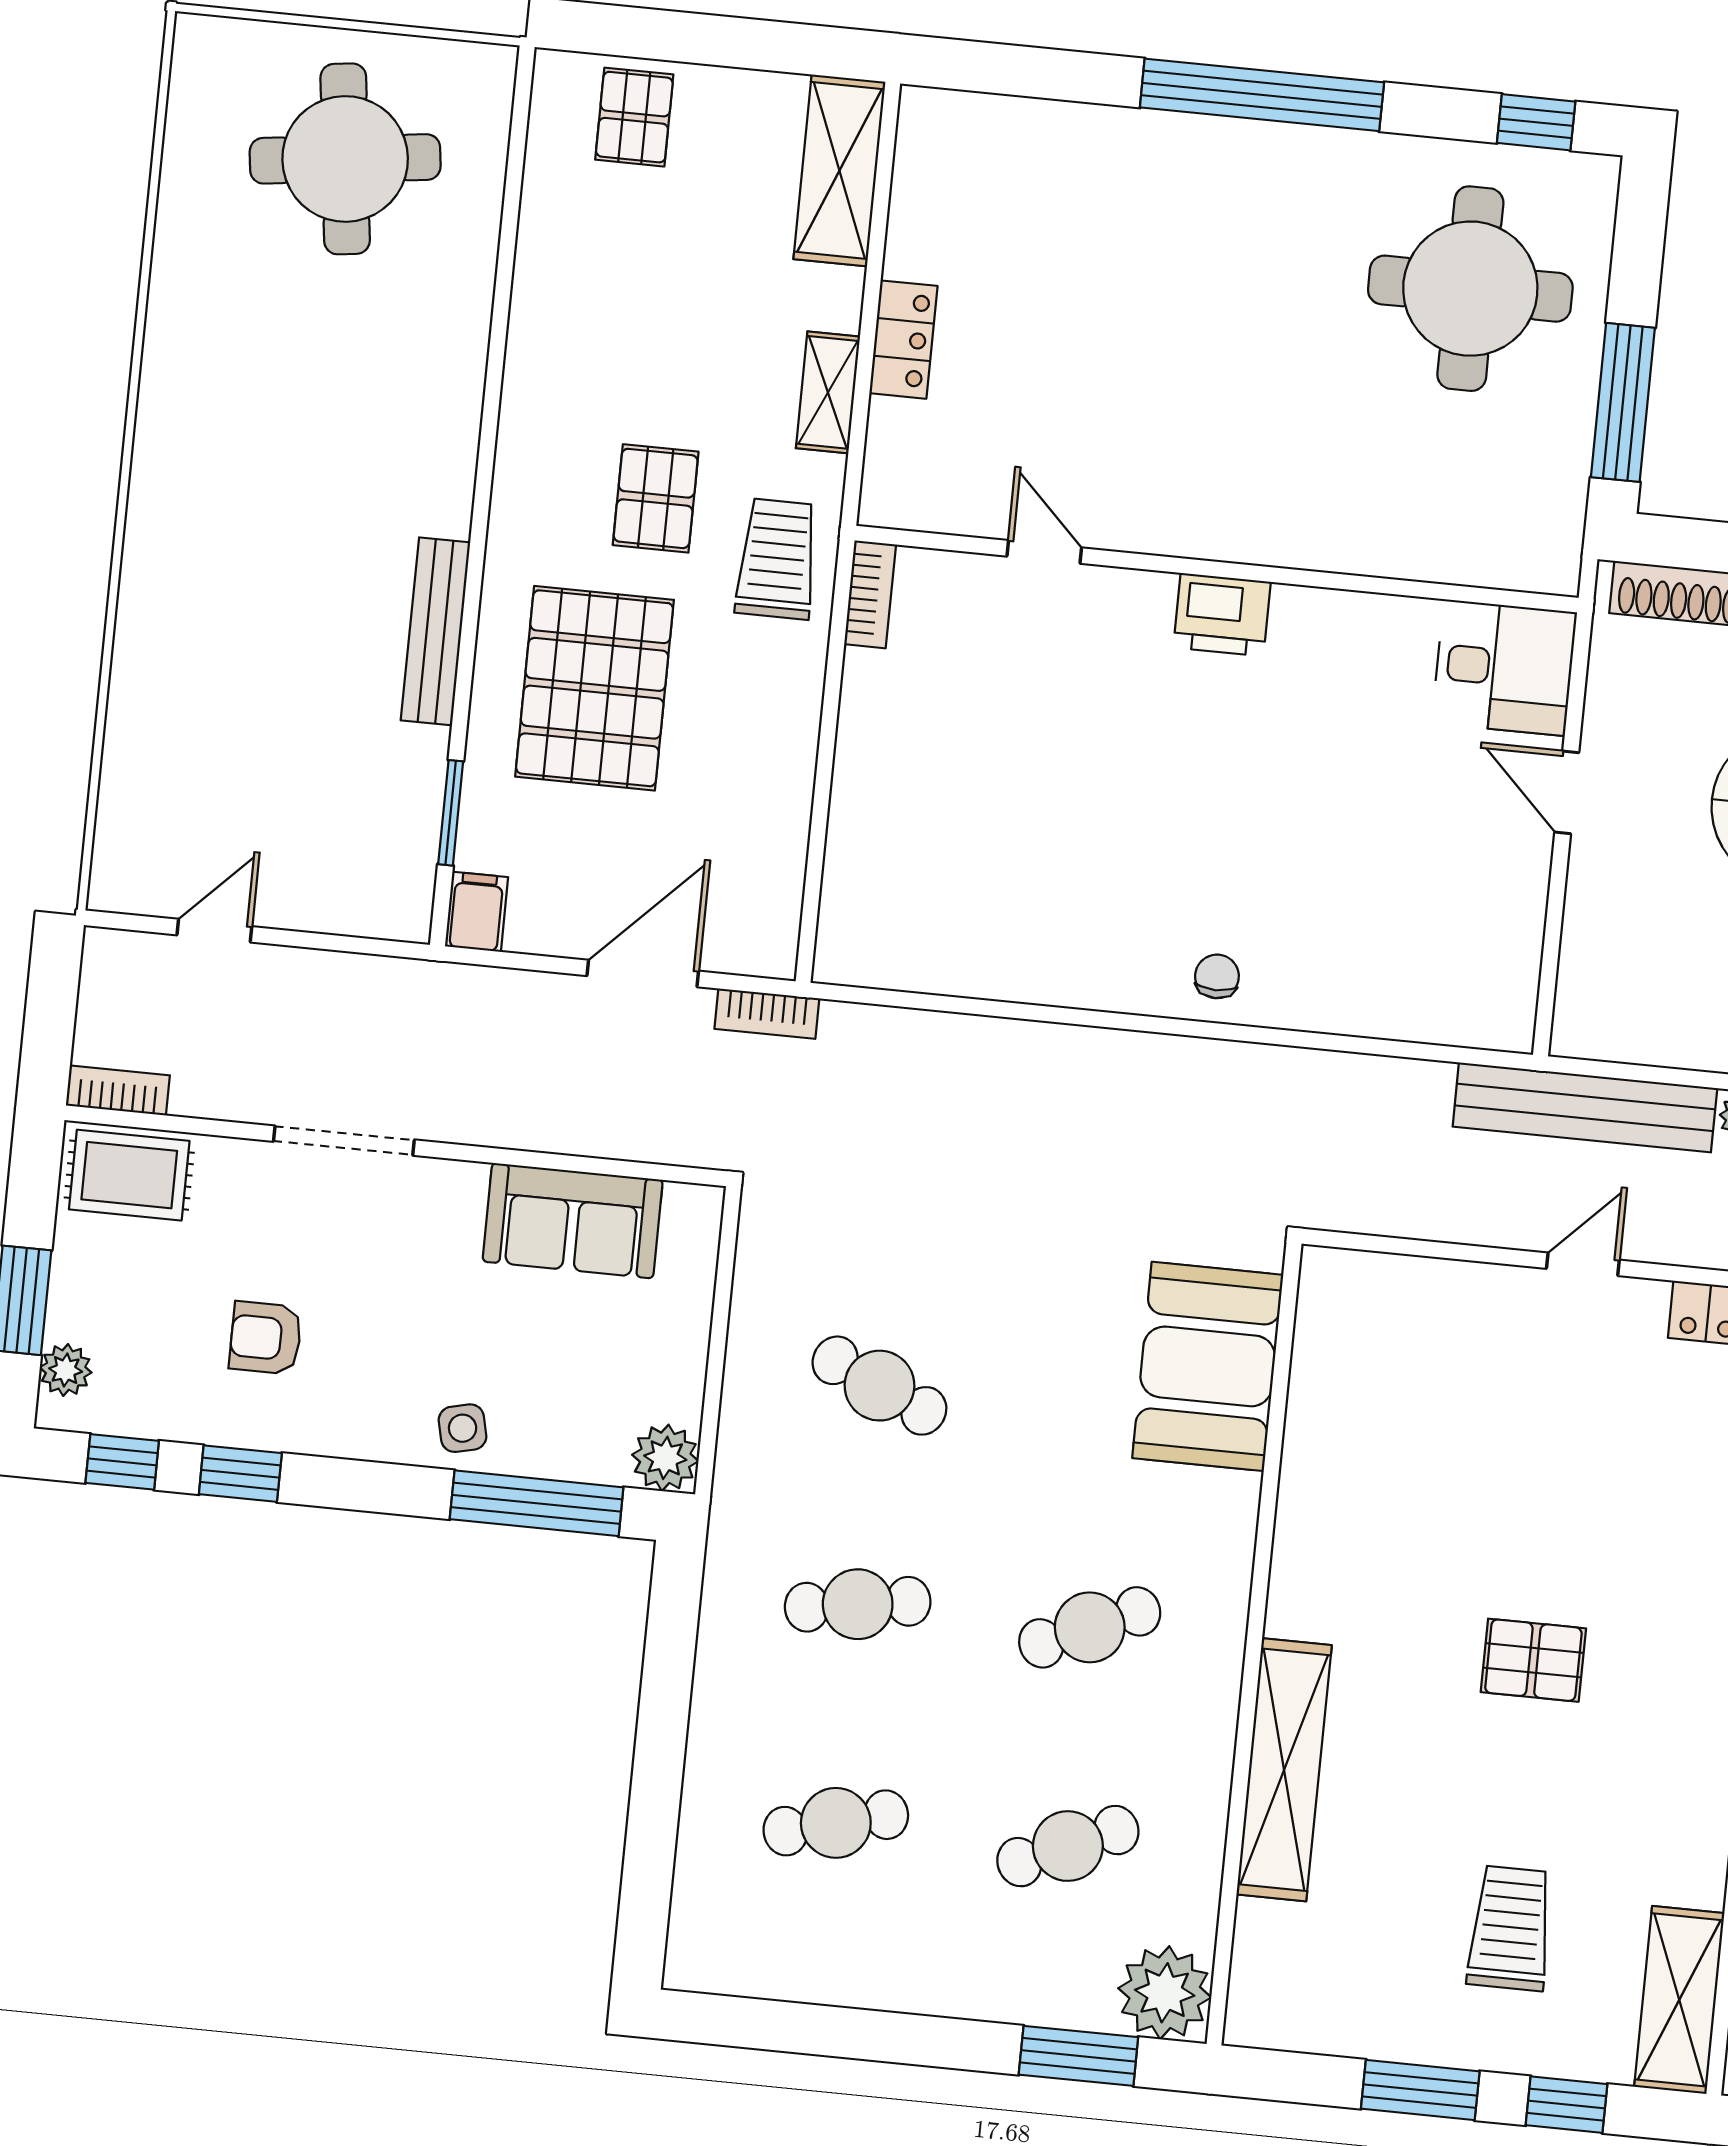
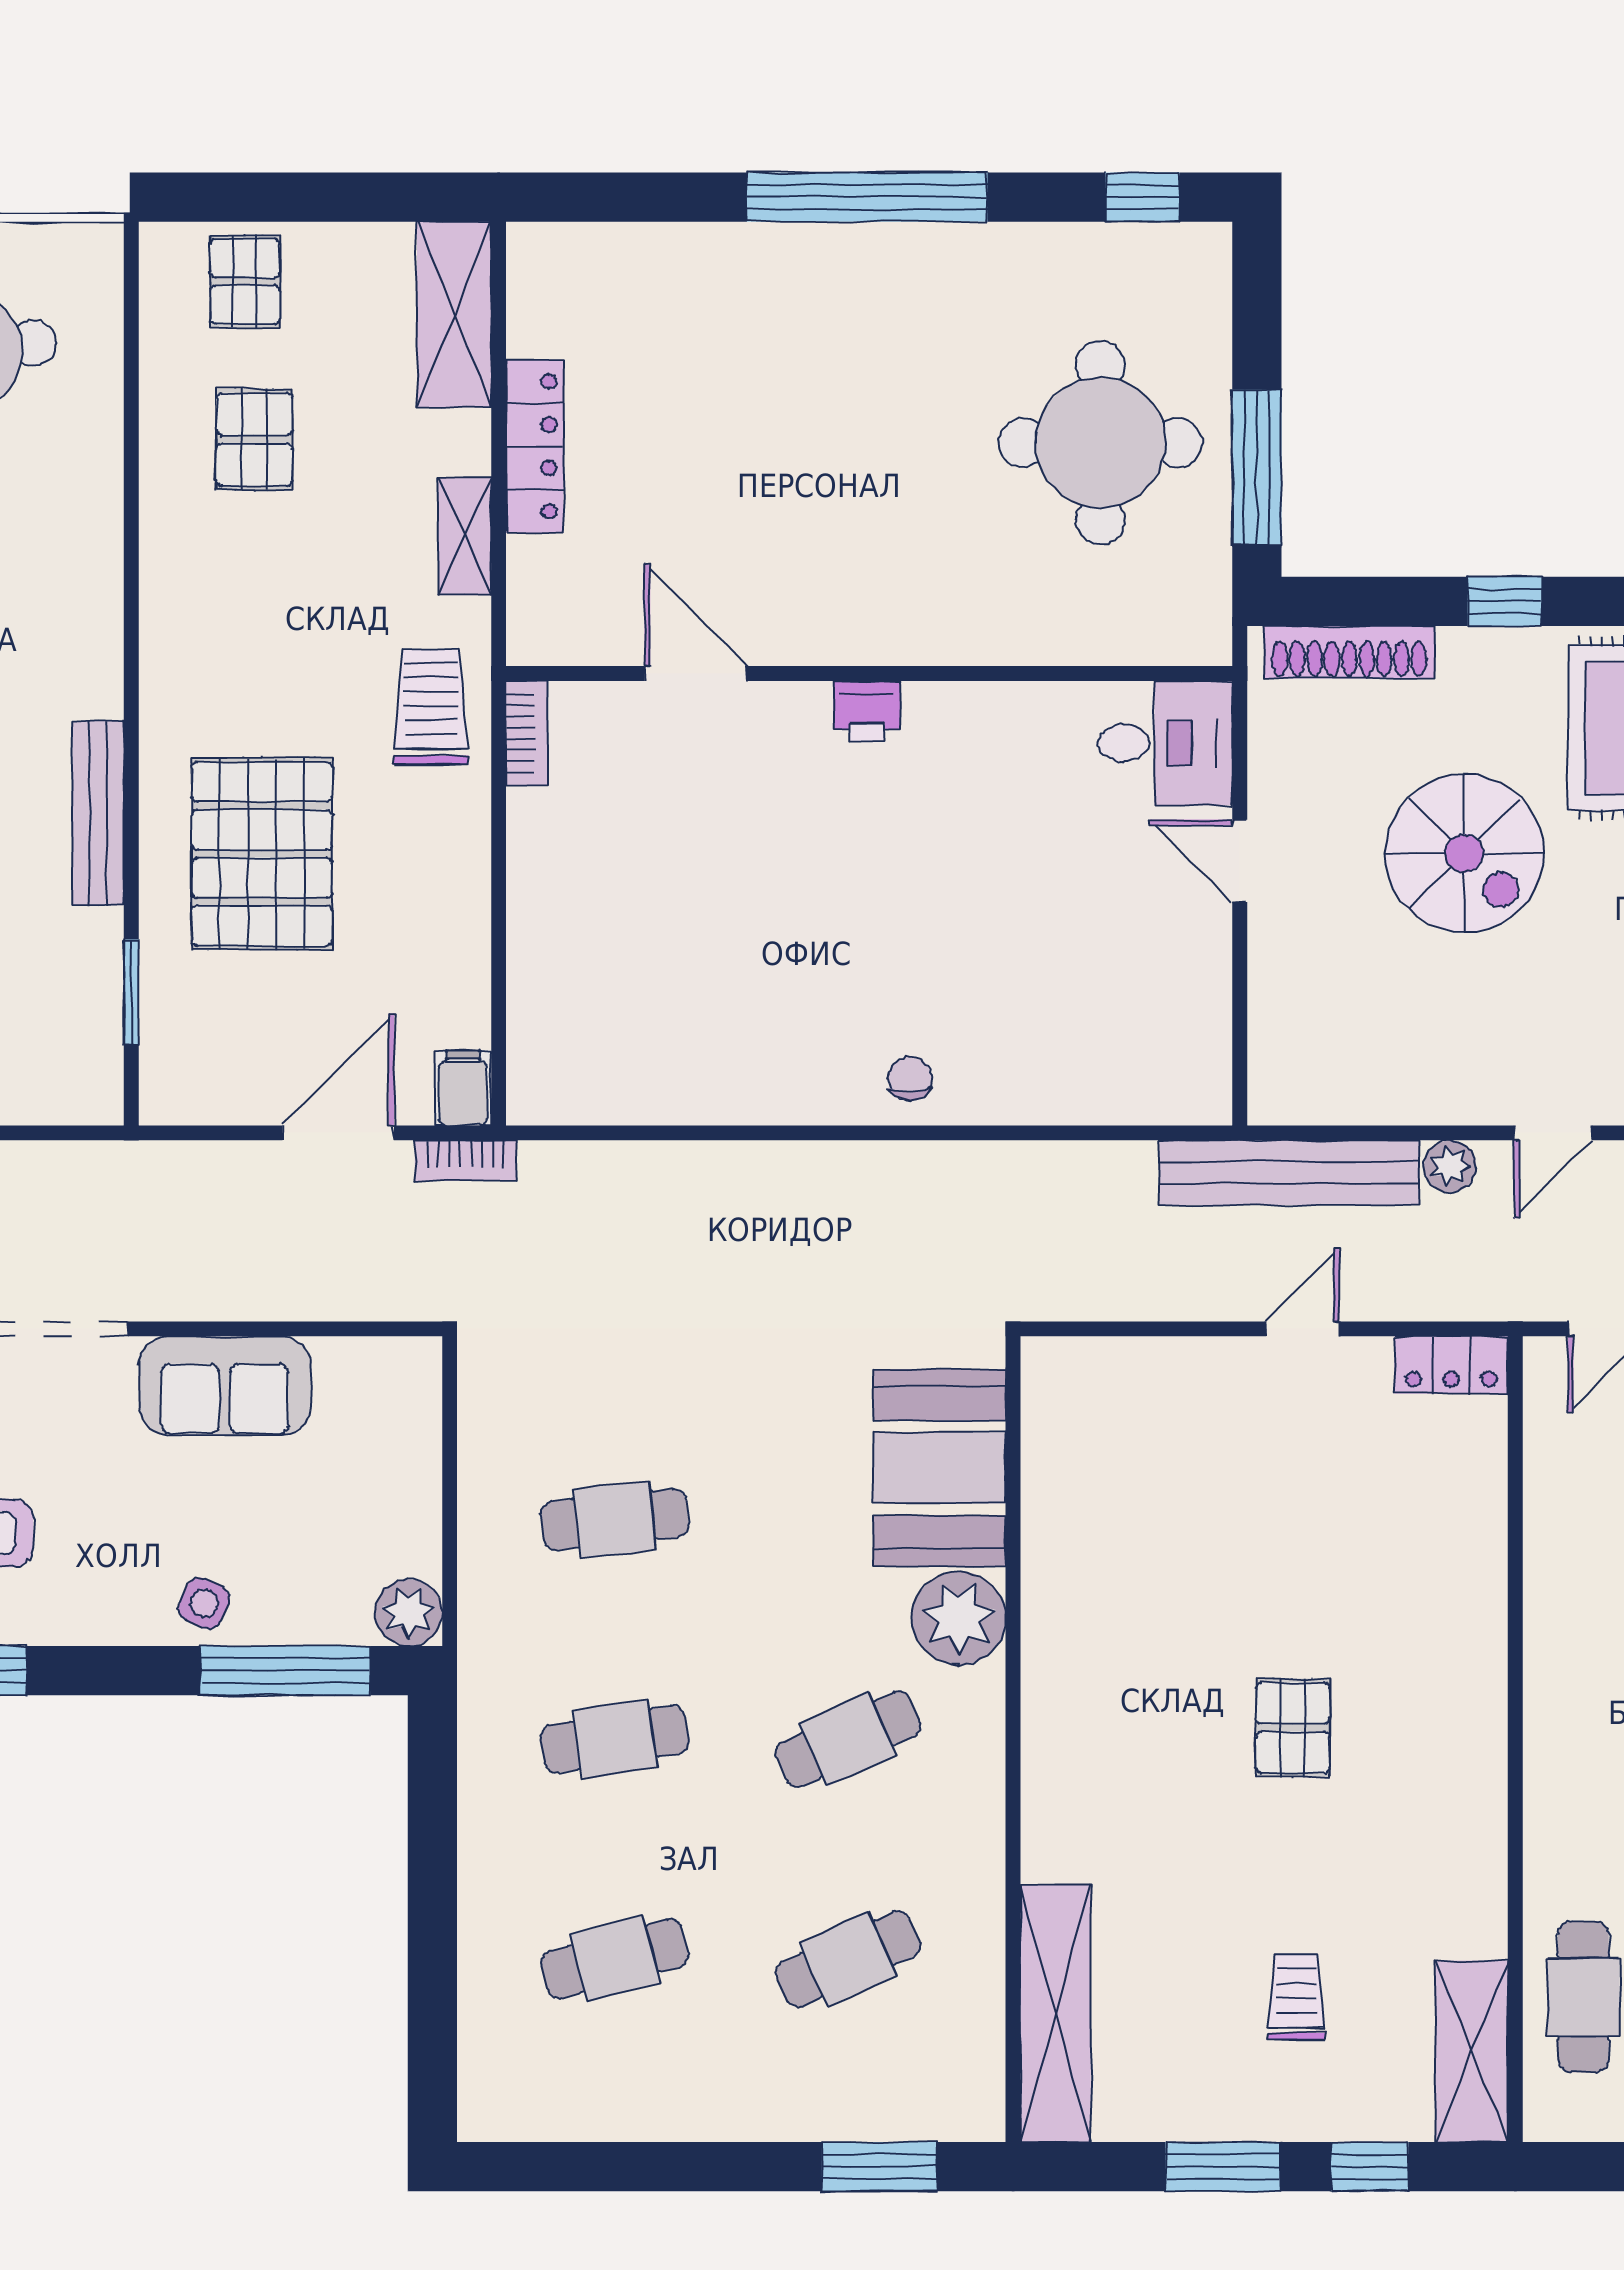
round table: (1470, 289) -> (1100, 443), moved
locker: (903, 340) -> (535, 446), width x1.53
pallet: (656, 498) -> (254, 439), moved
door: (1044, 552) -> (696, 674), width x1.38
printer: (1222, 615) -> (867, 711), width x0.73, depth x0.81
filing cabinet: (476, 912) -> (463, 1088), moved
sofa: (573, 1221) -> (225, 1386), moved
cafe table: (879, 1386) -> (615, 1519), turned -30
side table: (463, 1428) -> (204, 1603), turned 37
pallet: (1533, 1660) -> (1293, 1728), turned 90
shelving: (1284, 1770) -> (1056, 2013), moved
trolley: (1510, 1928) -> (1296, 1997), width x0.73, depth x0.72
plant: (1165, 1993) -> (959, 1618), moved

